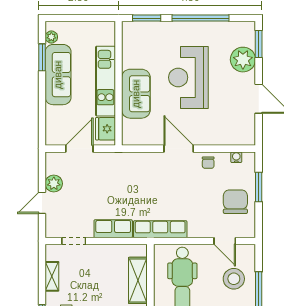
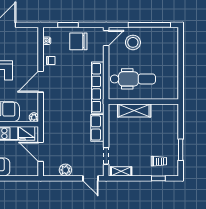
plant: (128, 139) -> (34, 117), added
door: (42, 203) -> (91, 178), moved
row of seats: (160, 229) -> (98, 88), width x1.36
door: (225, 241) -> (106, 38), moved
shelving: (52, 276) -> (121, 171), moved

